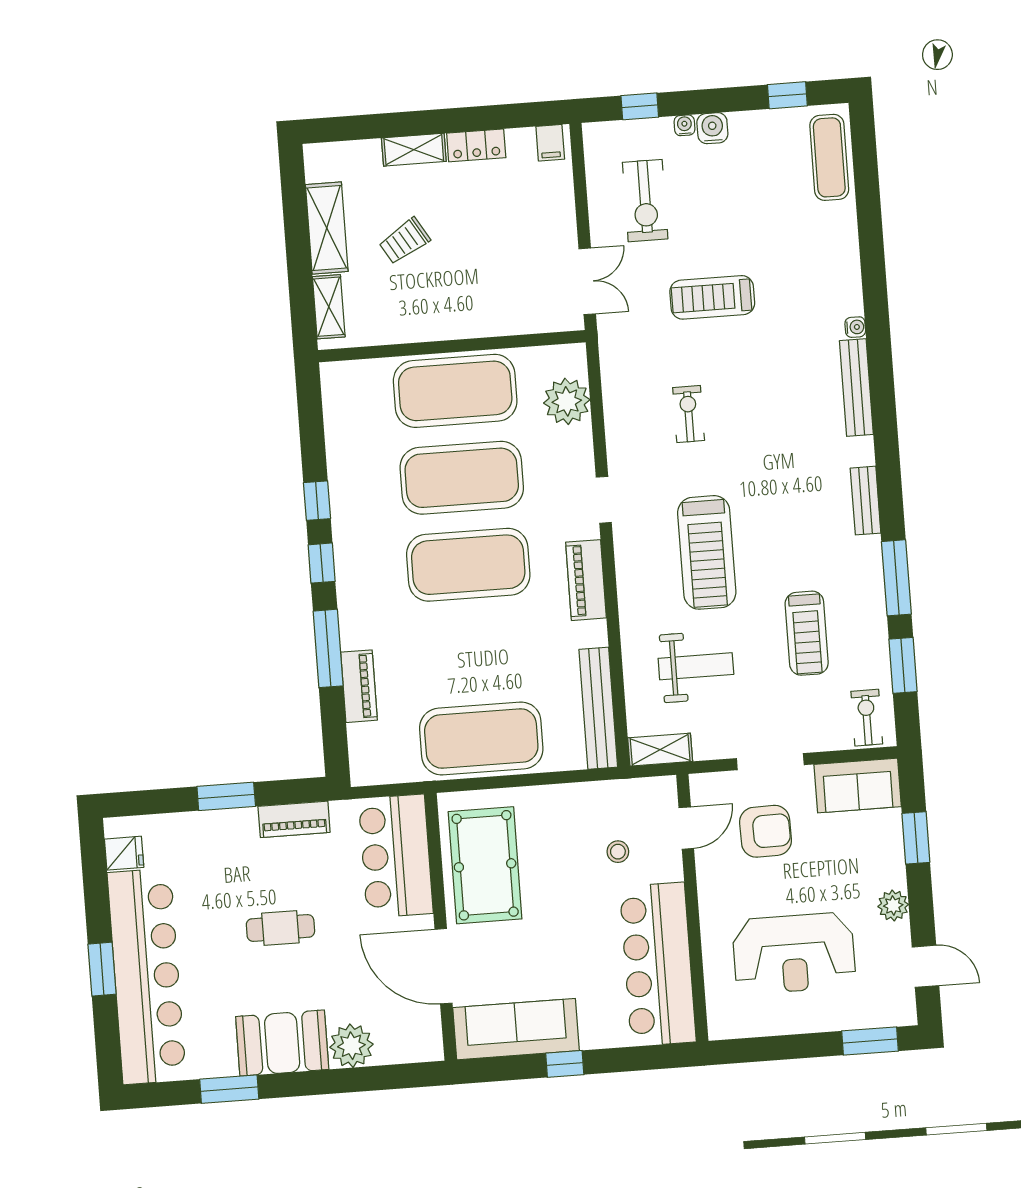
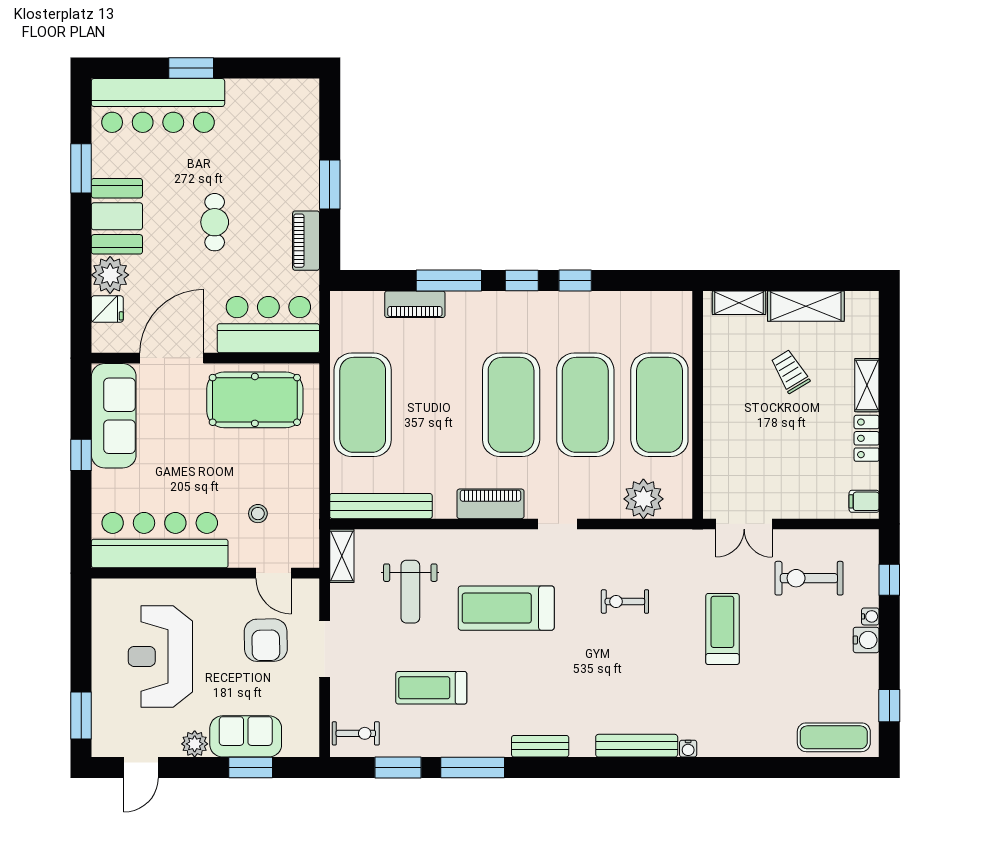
exercise bike: (689, 414) -> (625, 602), turned 180
sofa: (858, 786) -> (246, 736), moved, turned 90
fridge: (124, 853) -> (107, 309), moved, turned -90
bar counter: (147, 976) -> (158, 106), width x0.73

